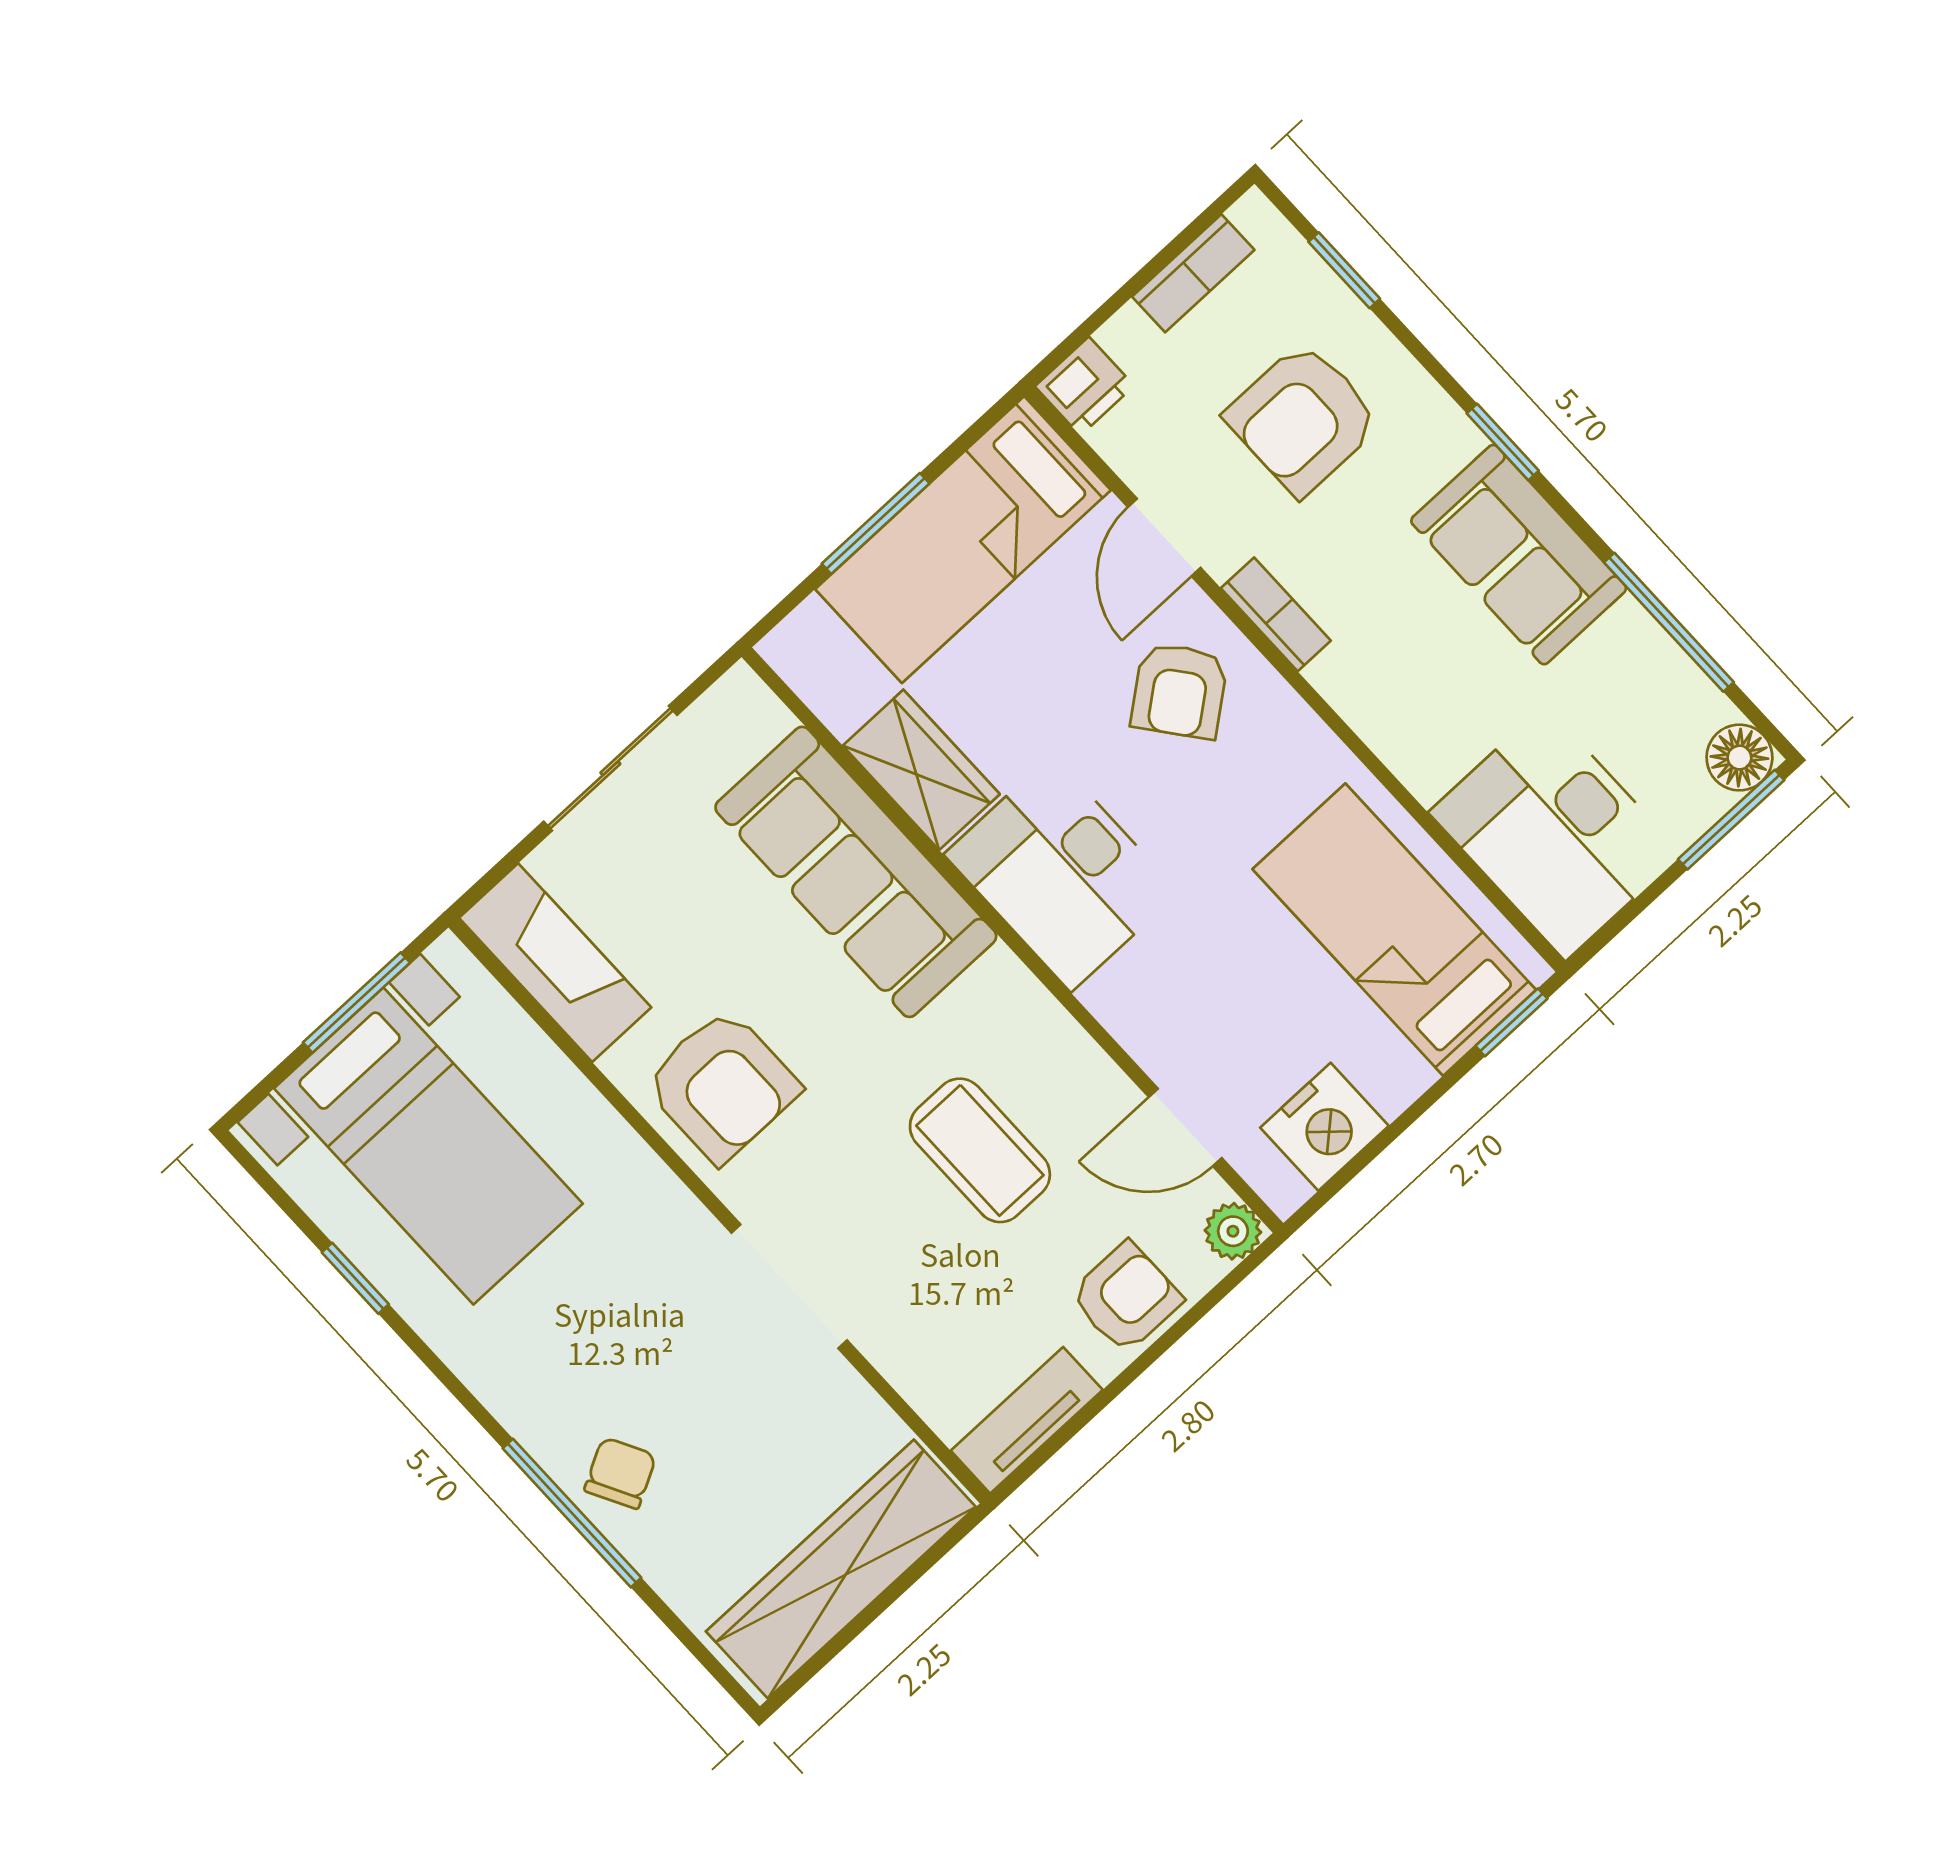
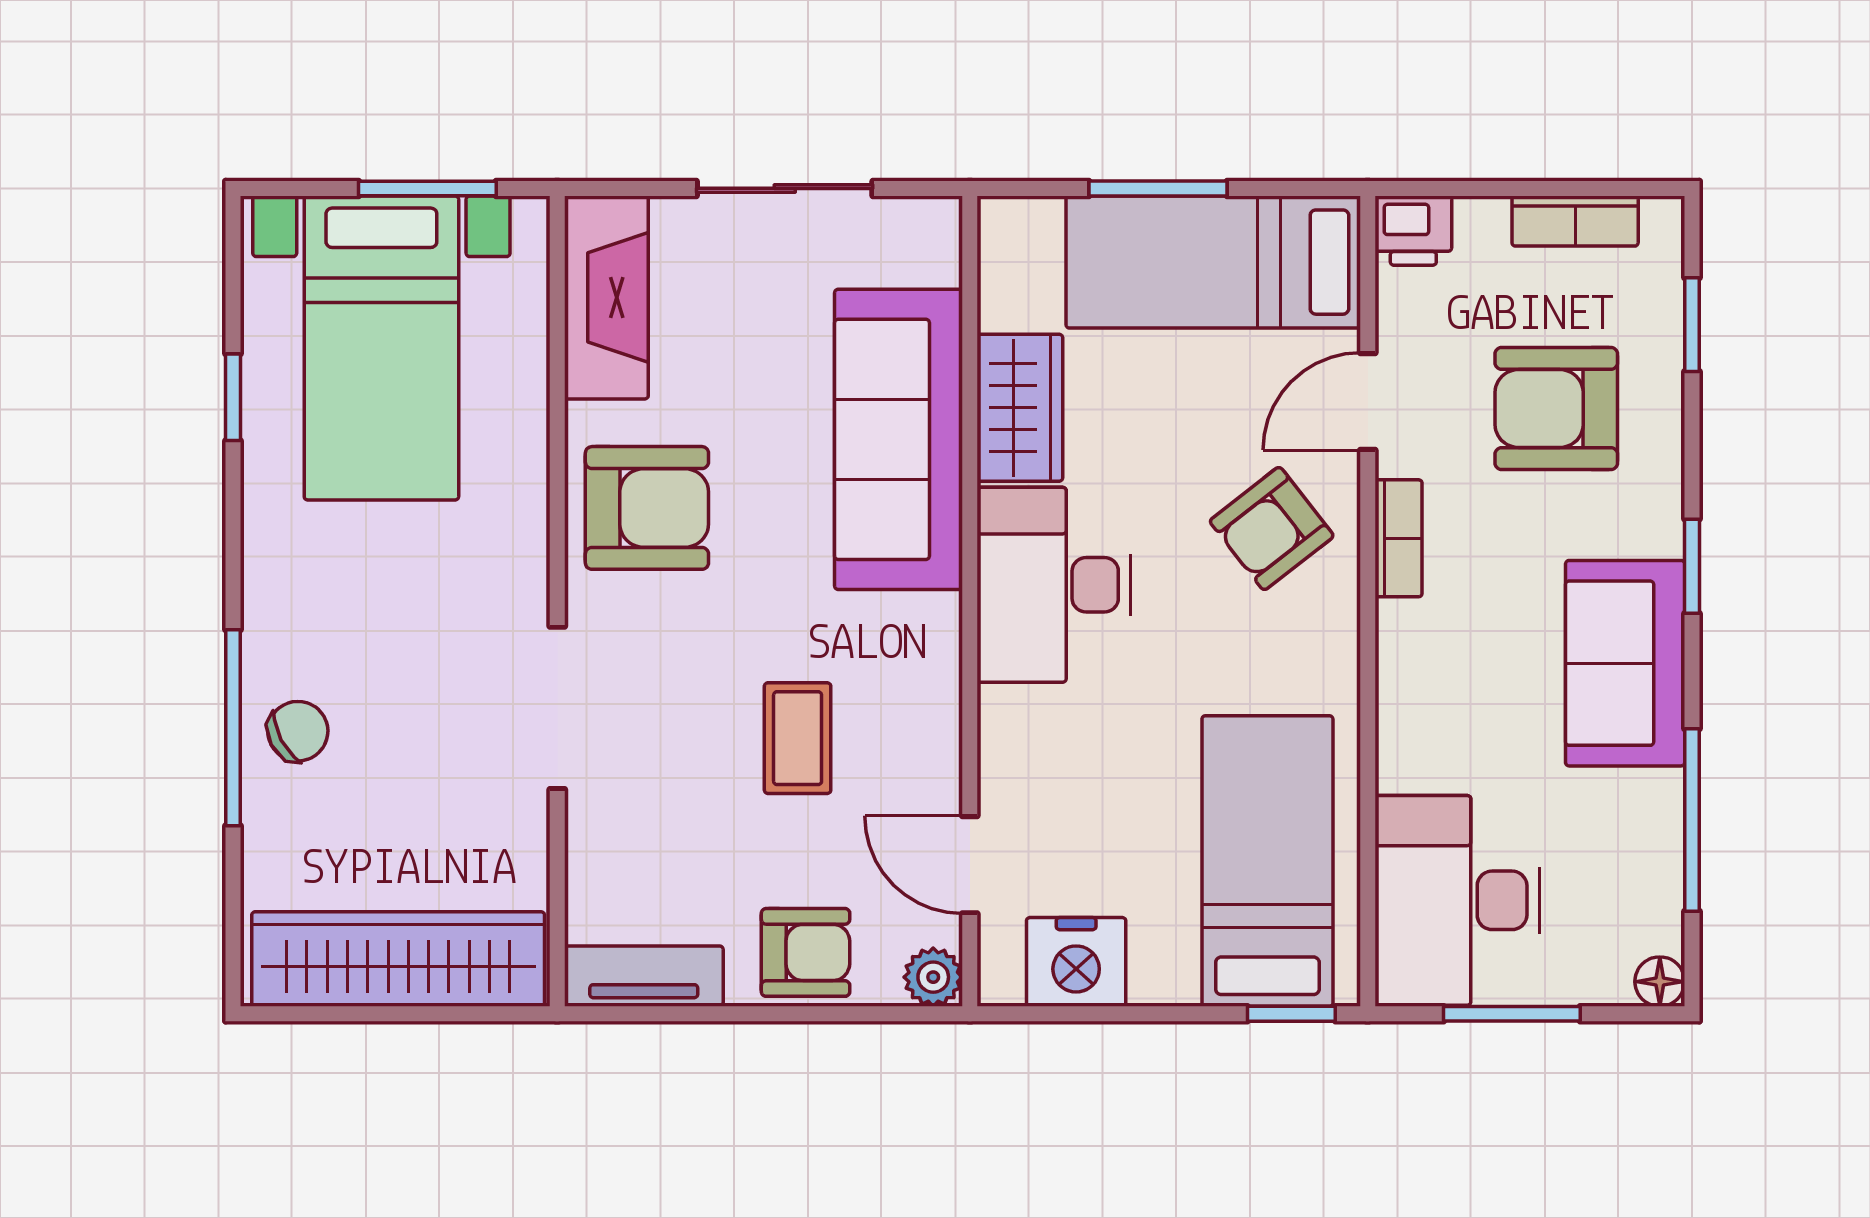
floor lamp: (1739, 758) -> (1660, 982), width x0.73, depth x0.73
window: (1731, 820) -> (1512, 1014), moved
armchair: (722, 1086) -> (647, 508), turned -90
coffee table: (980, 1150) -> (798, 738), width x0.73, depth x0.77

